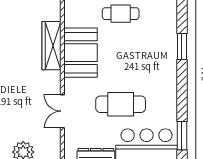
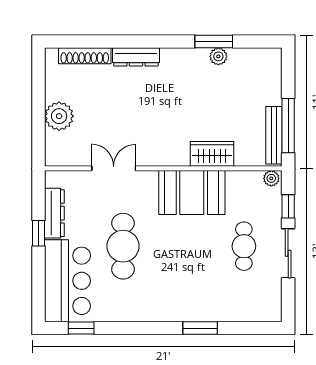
wardrobe: (51, 46) -> (212, 154), width x0.67
window: (182, 136) -> (81, 328), width x0.67

